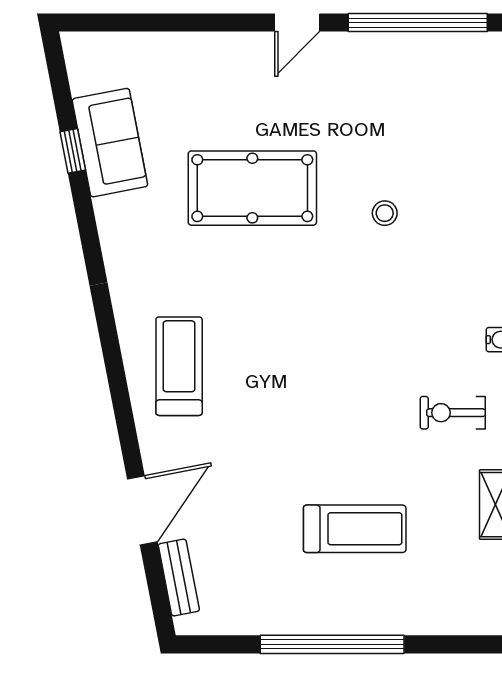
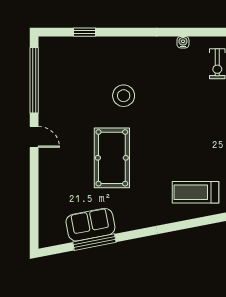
window: (73, 151) -> (94, 242), width x2.17
stool: (385, 213) -> (124, 96), width x1.89, depth x1.89

